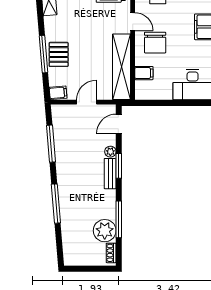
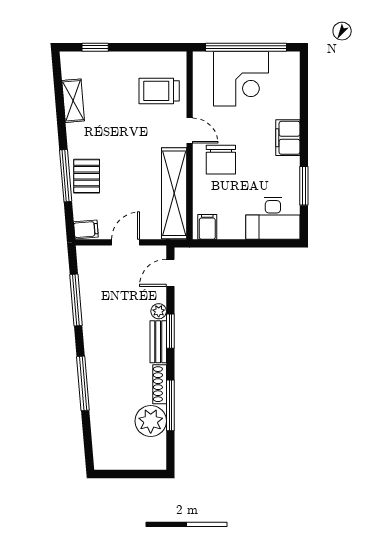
filing cabinet: (144, 73) -> (207, 227), moved, turned -90
shoe rack: (111, 253) -> (160, 384), moved, width x1.43

